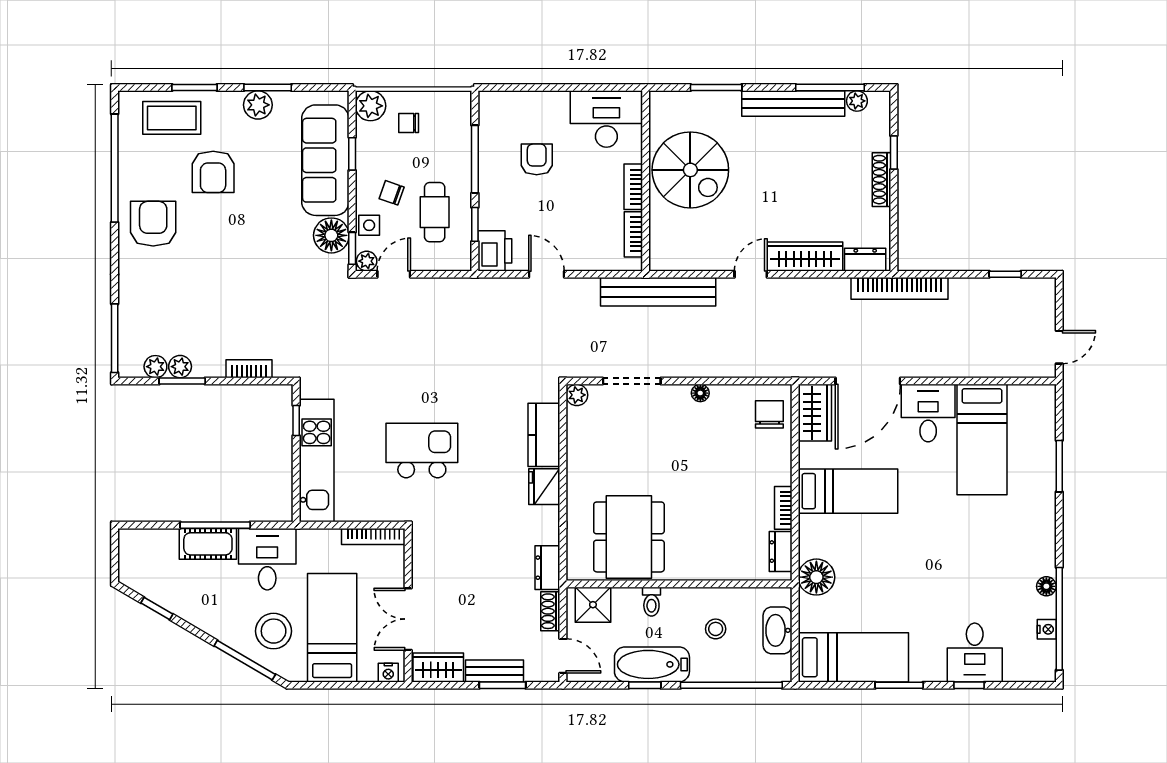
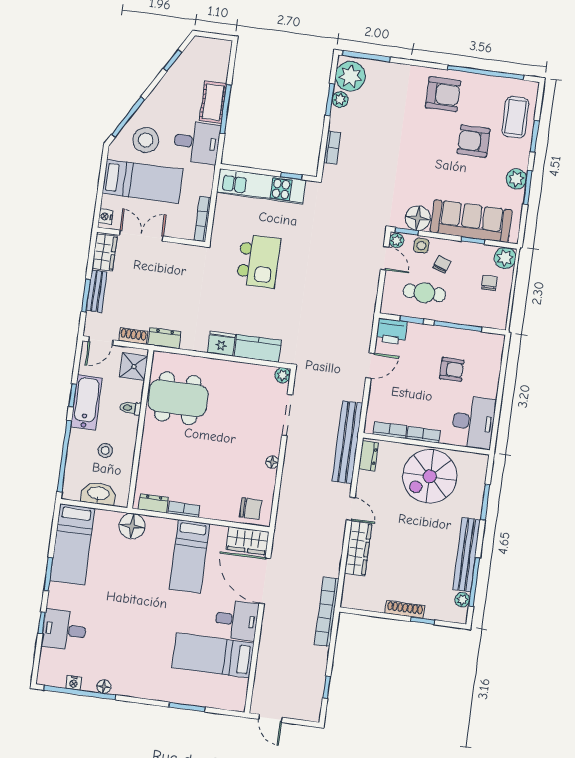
dresser: (865, 260) -> (368, 456), moved
plant: (155, 367) -> (350, 76), width x1.87, depth x1.87

